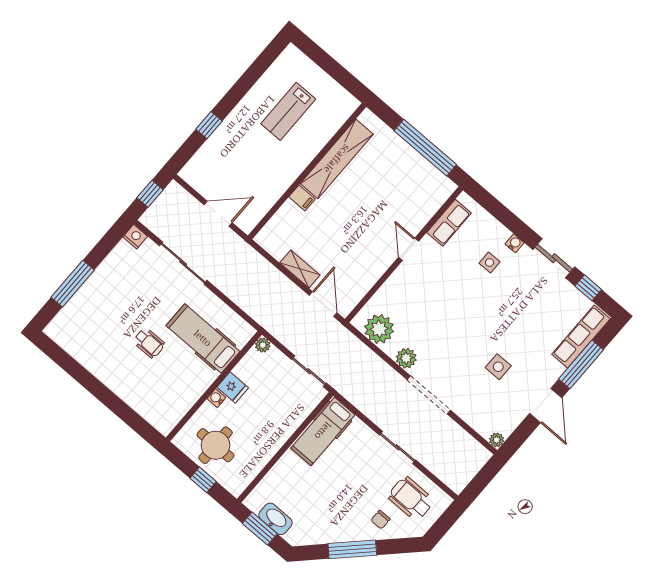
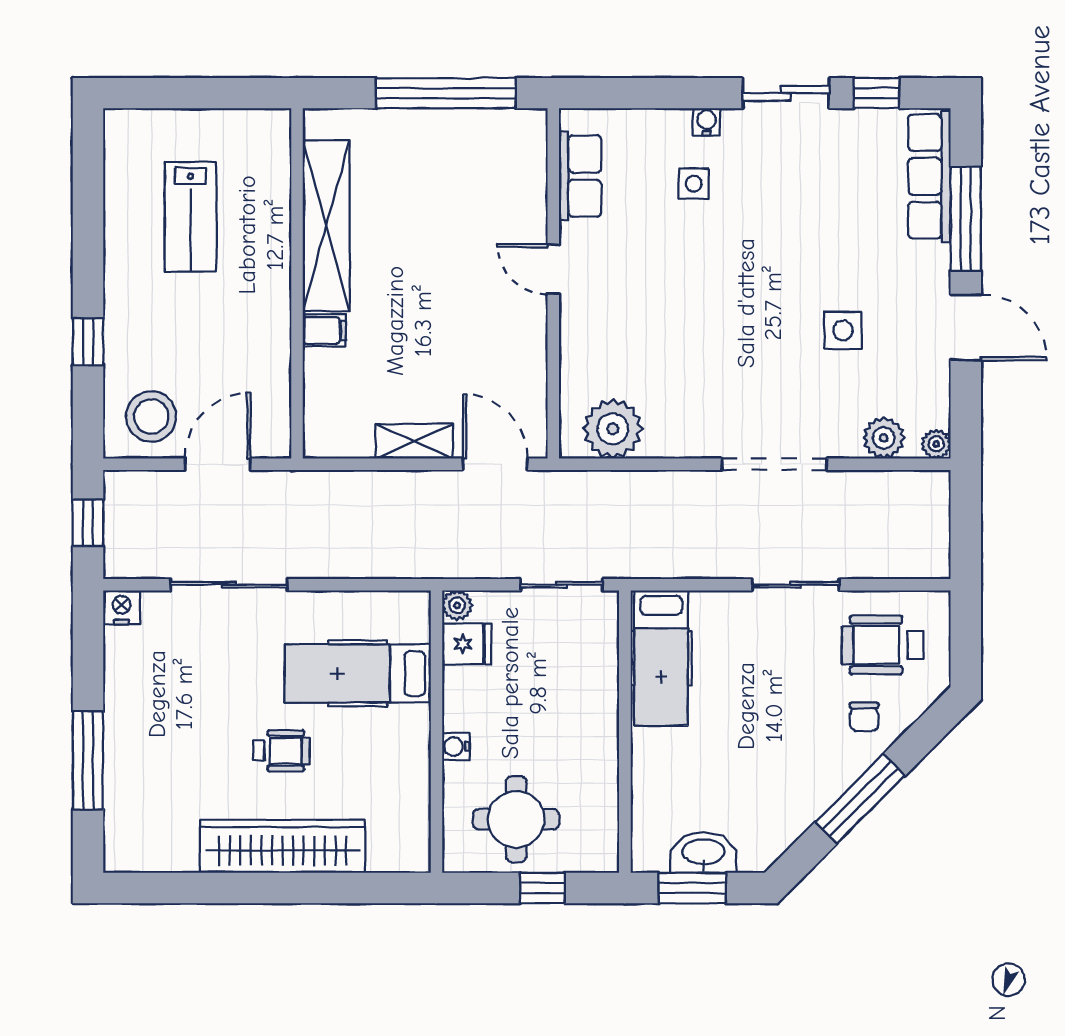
stool: (209, 174) -> (151, 416), added
plant: (406, 358) -> (884, 438), moved
wardrobe: (118, 379) -> (283, 846), added
fridge: (233, 387) -> (467, 644), moved

